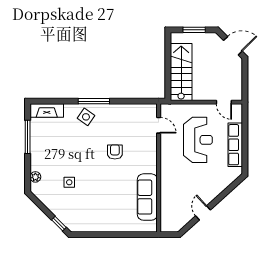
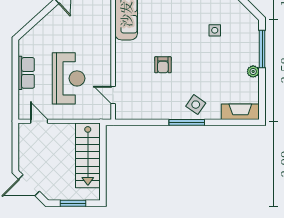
window: (28, 137) -> (262, 49), moved
reception desk: (198, 140) -> (69, 78), turned 180
row of seats: (235, 145) -> (26, 73), width x0.68
plant: (35, 177) -> (253, 71), moved

